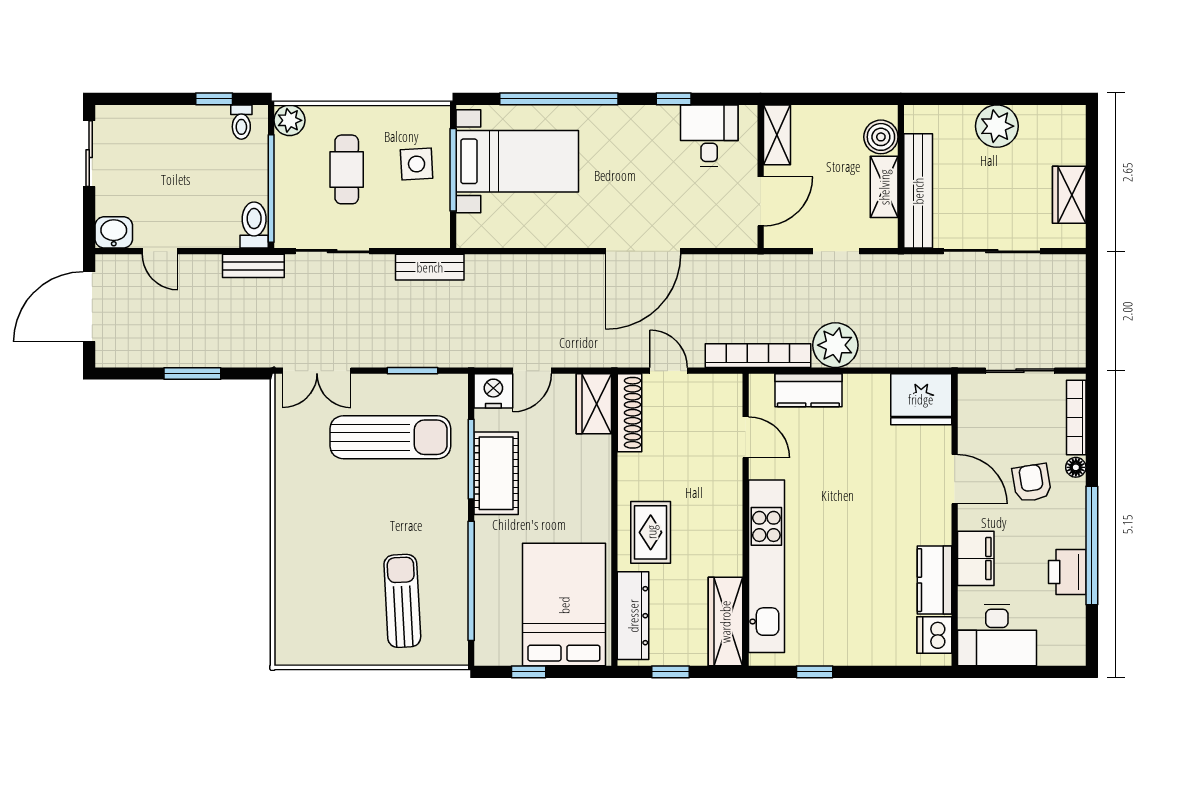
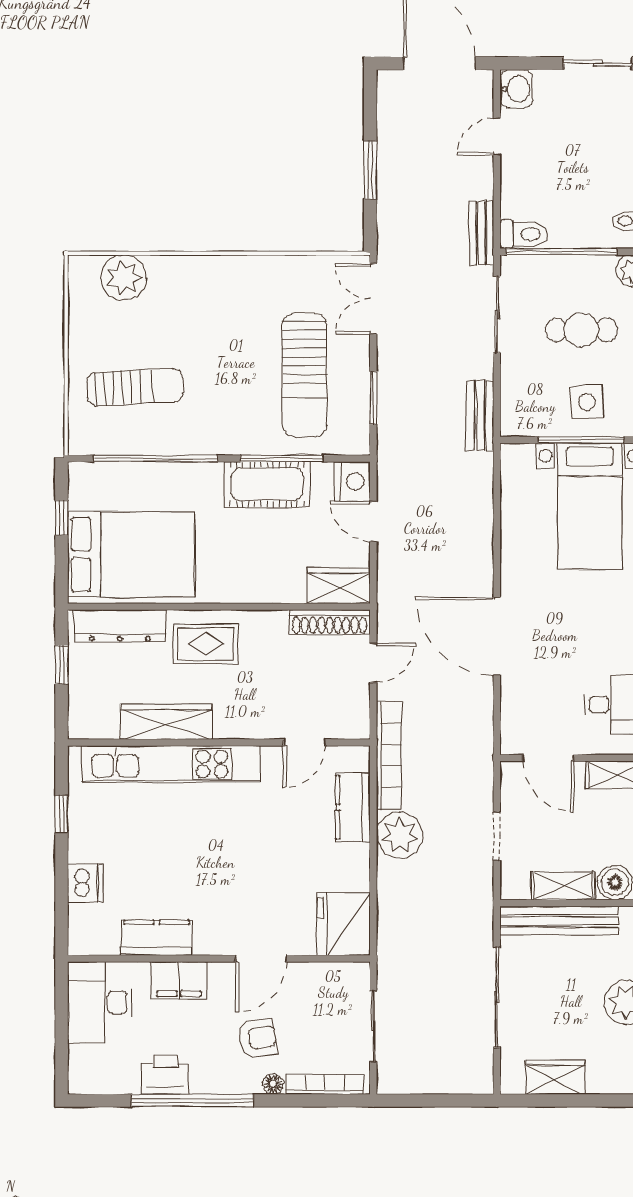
plant: (296, 612) -> (124, 278), added
wardrobe: (725, 622) -> (166, 722), moved
dishwasher: (934, 635) -> (86, 883), moved, turned 90

